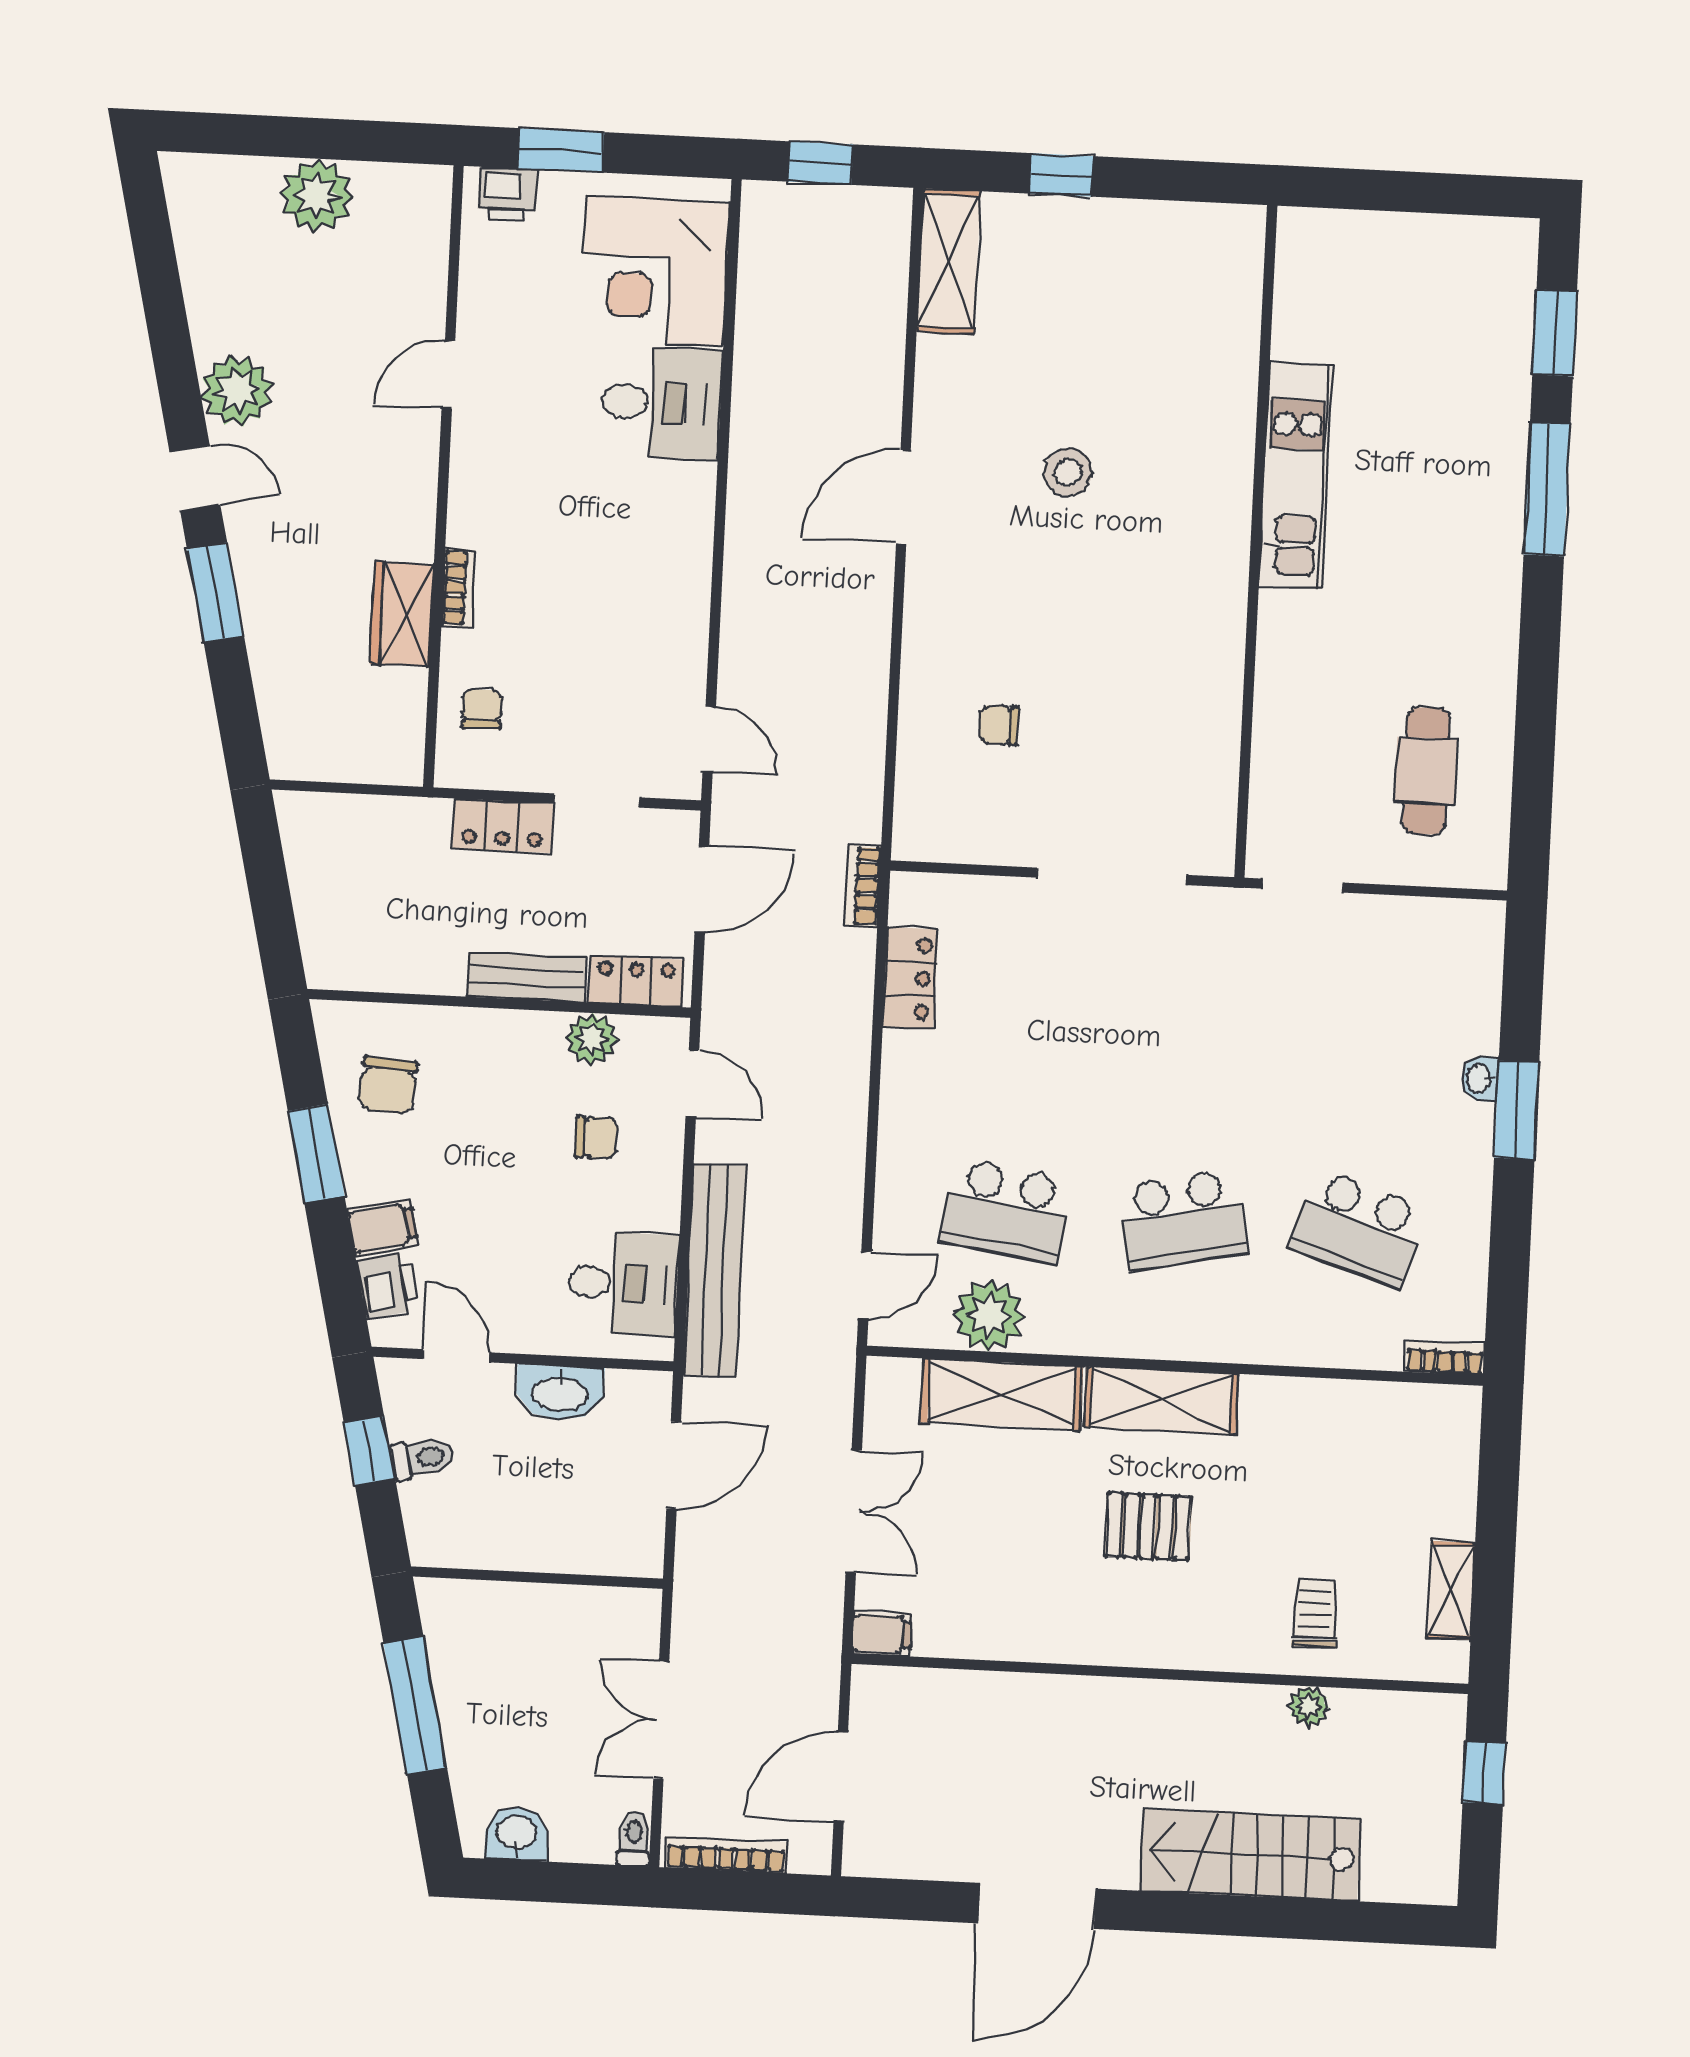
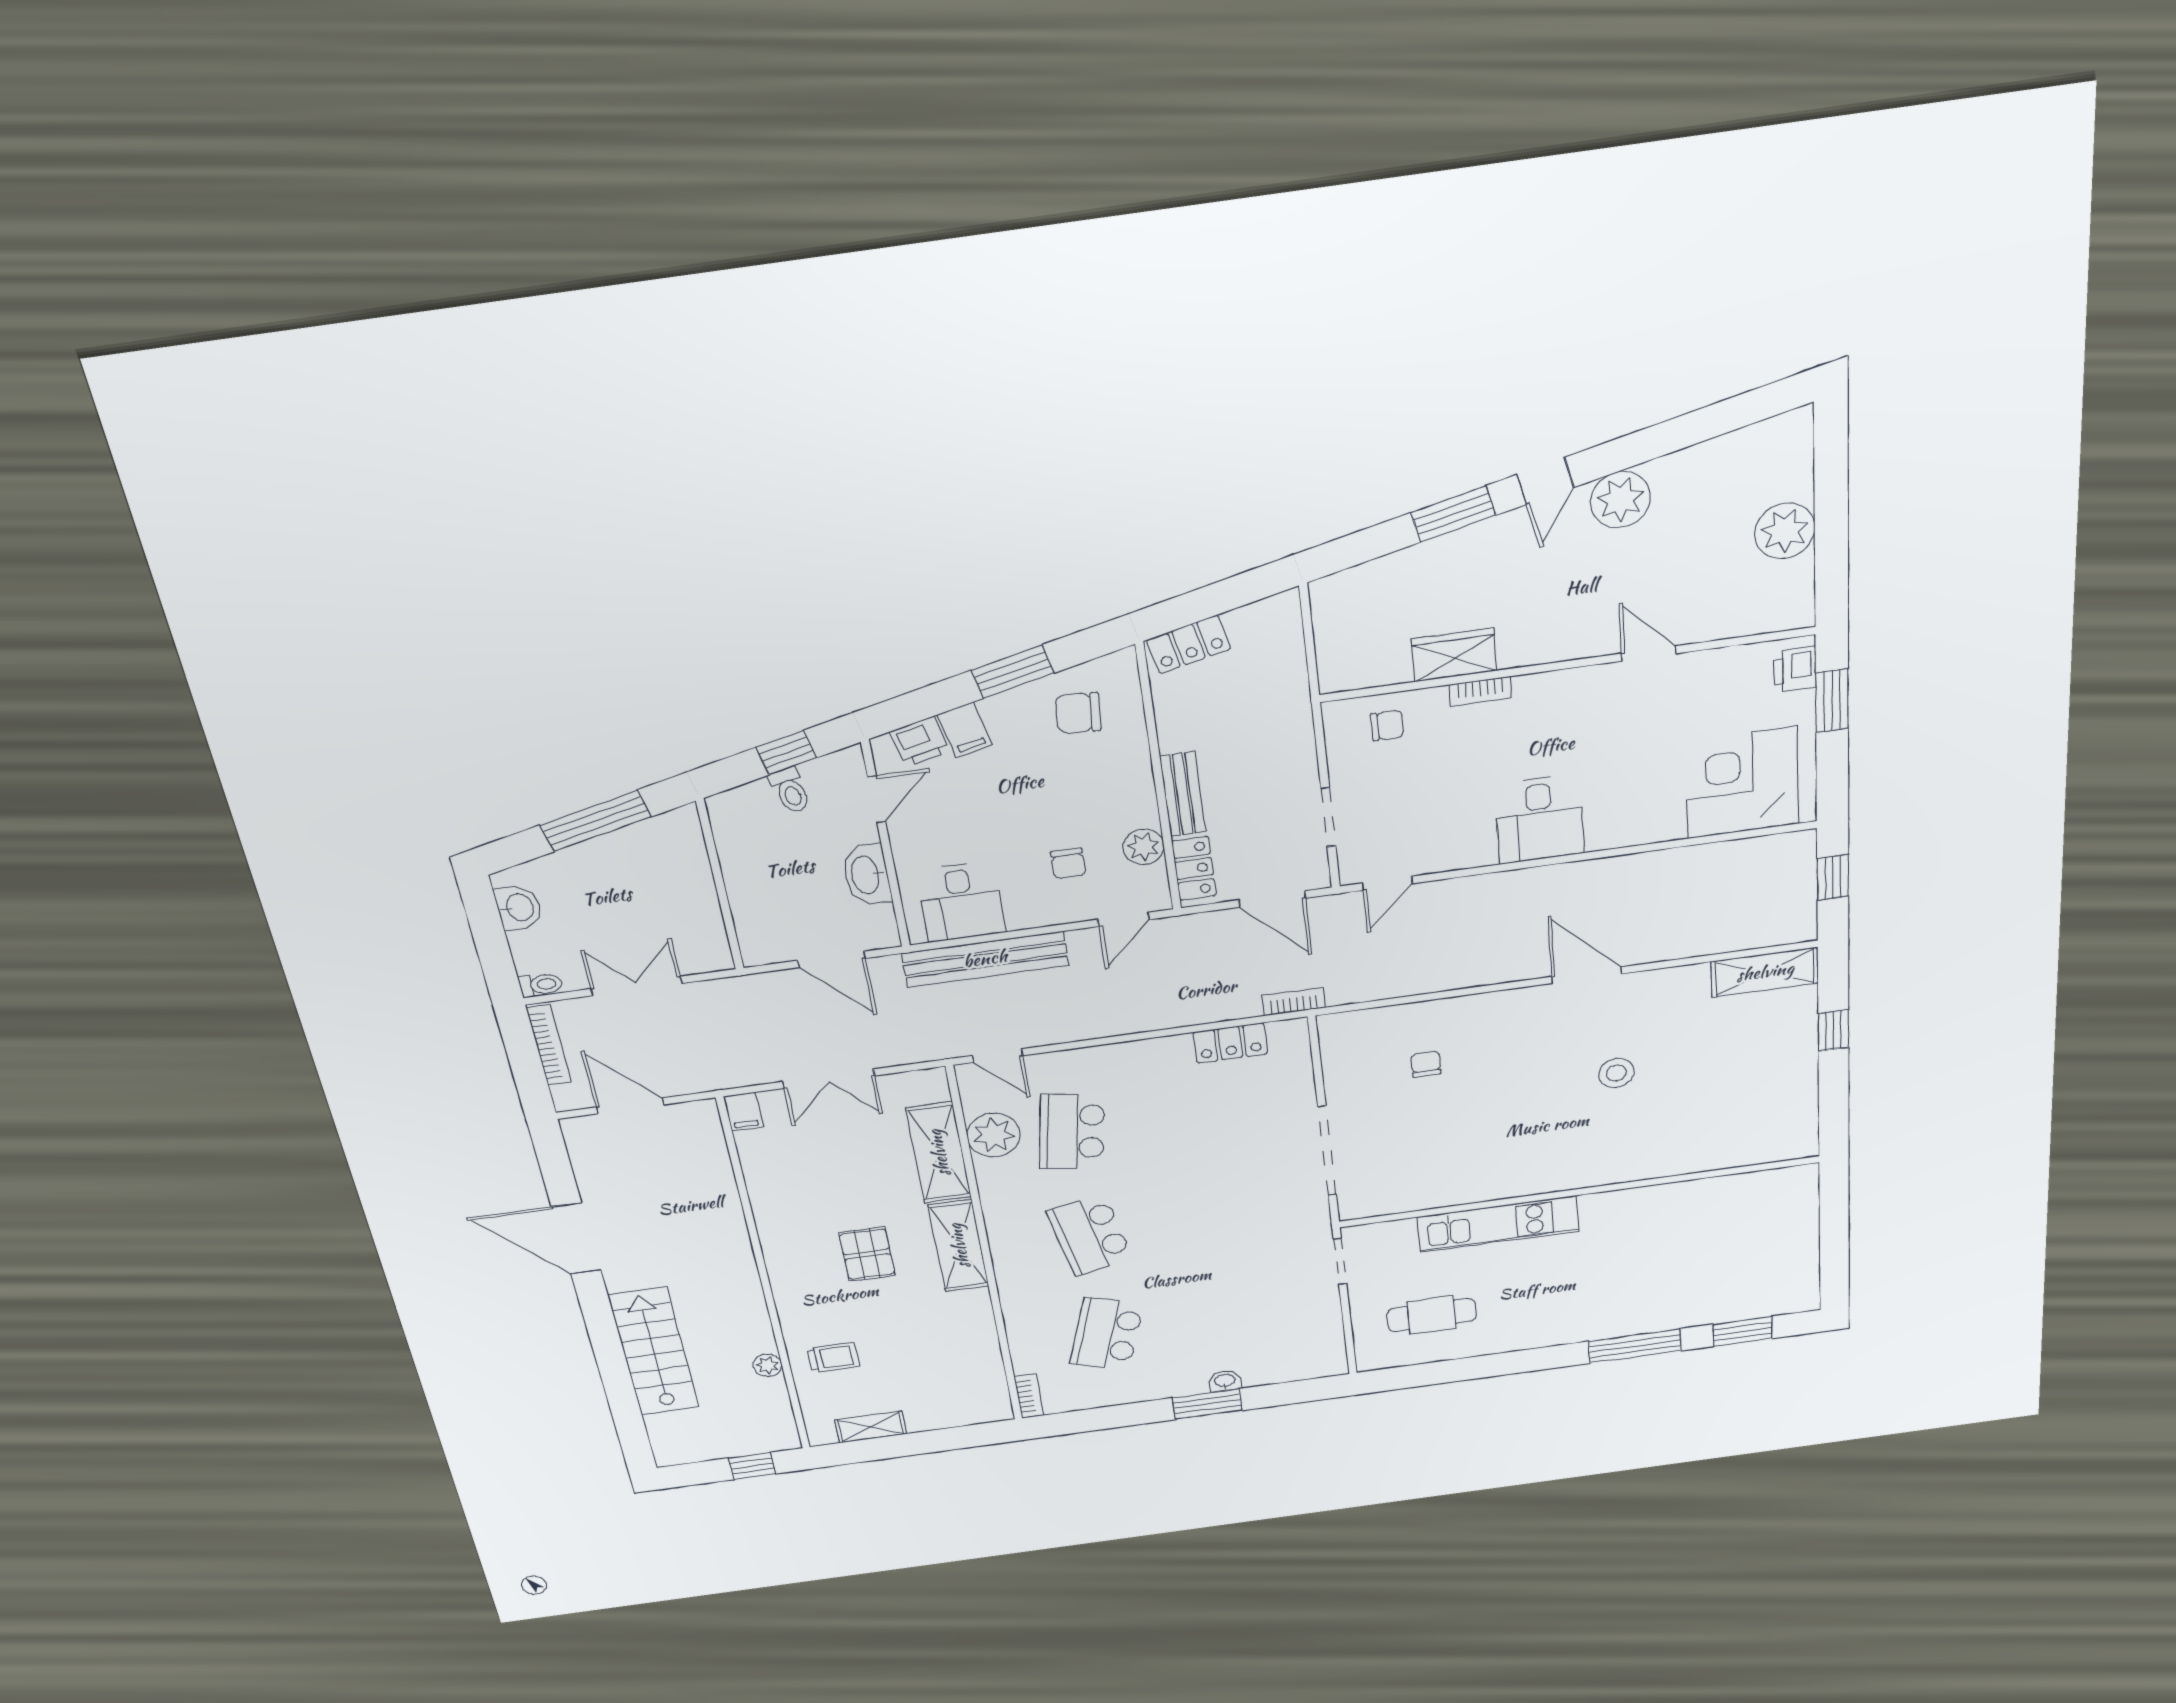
desk: (661, 403) -> (1539, 819), moved
kitchen unit: (1296, 476) -> (1498, 1224), moved
locker: (503, 826) -> (1189, 644), moved, turned -103

